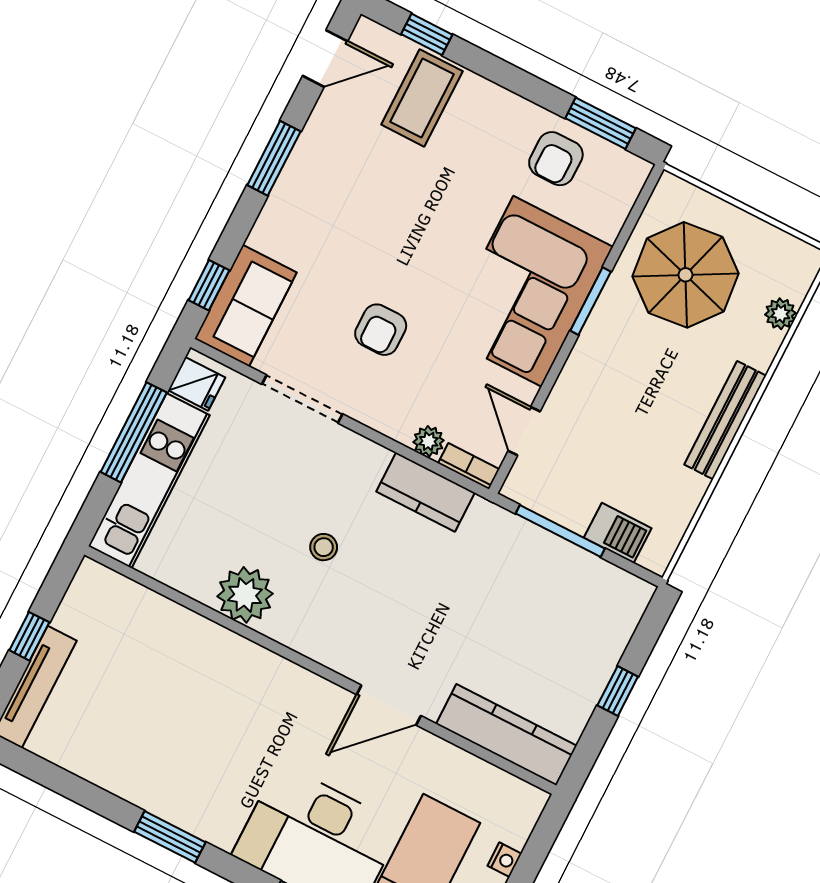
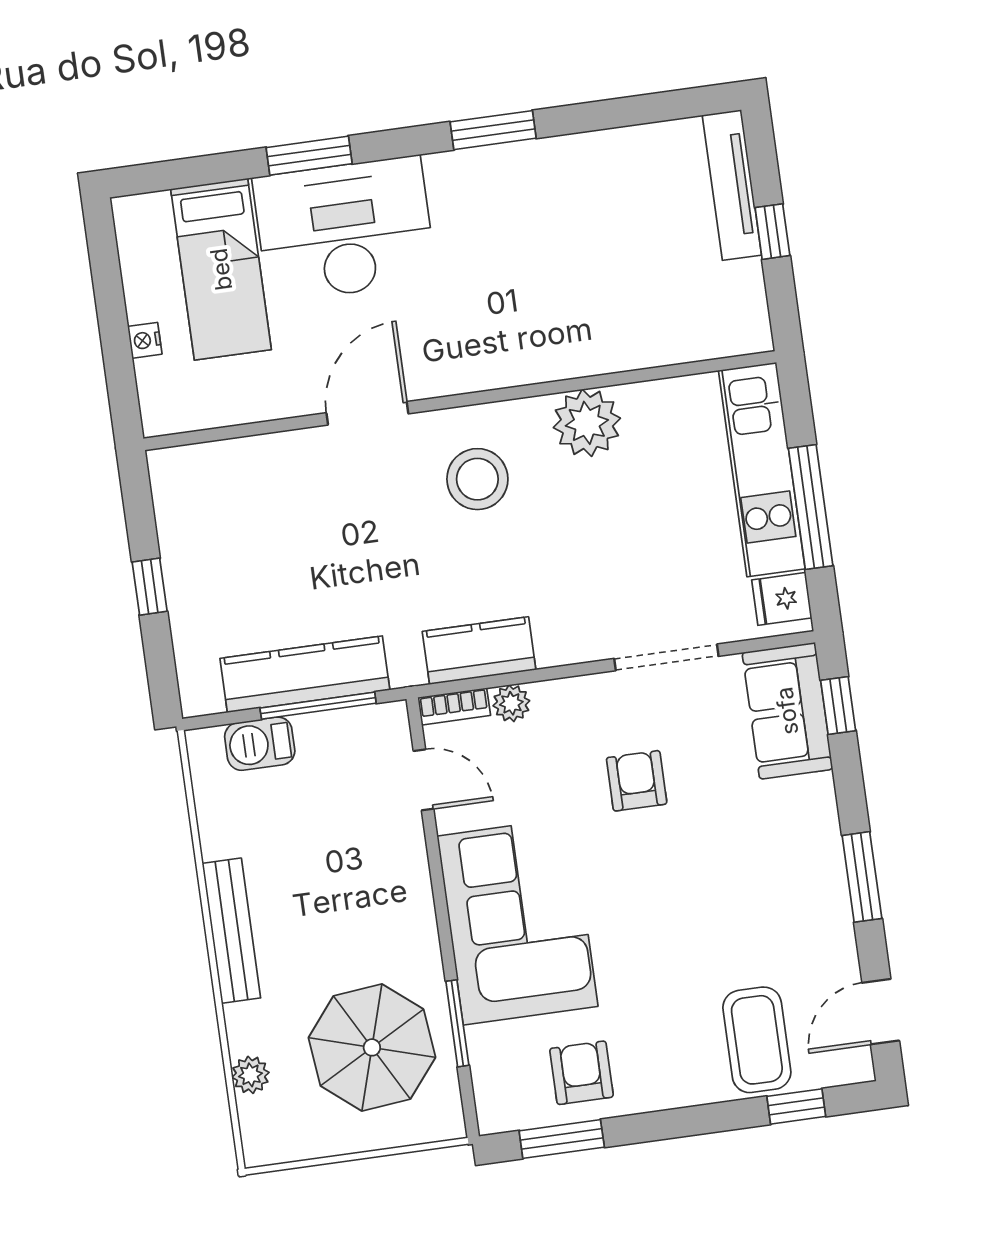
window: (591, 301) -> (457, 1023), moved
stool: (324, 547) -> (477, 479), moved, width x1.89, depth x1.89
kitchen counter: (506, 735) -> (305, 674), moved, turned 180

